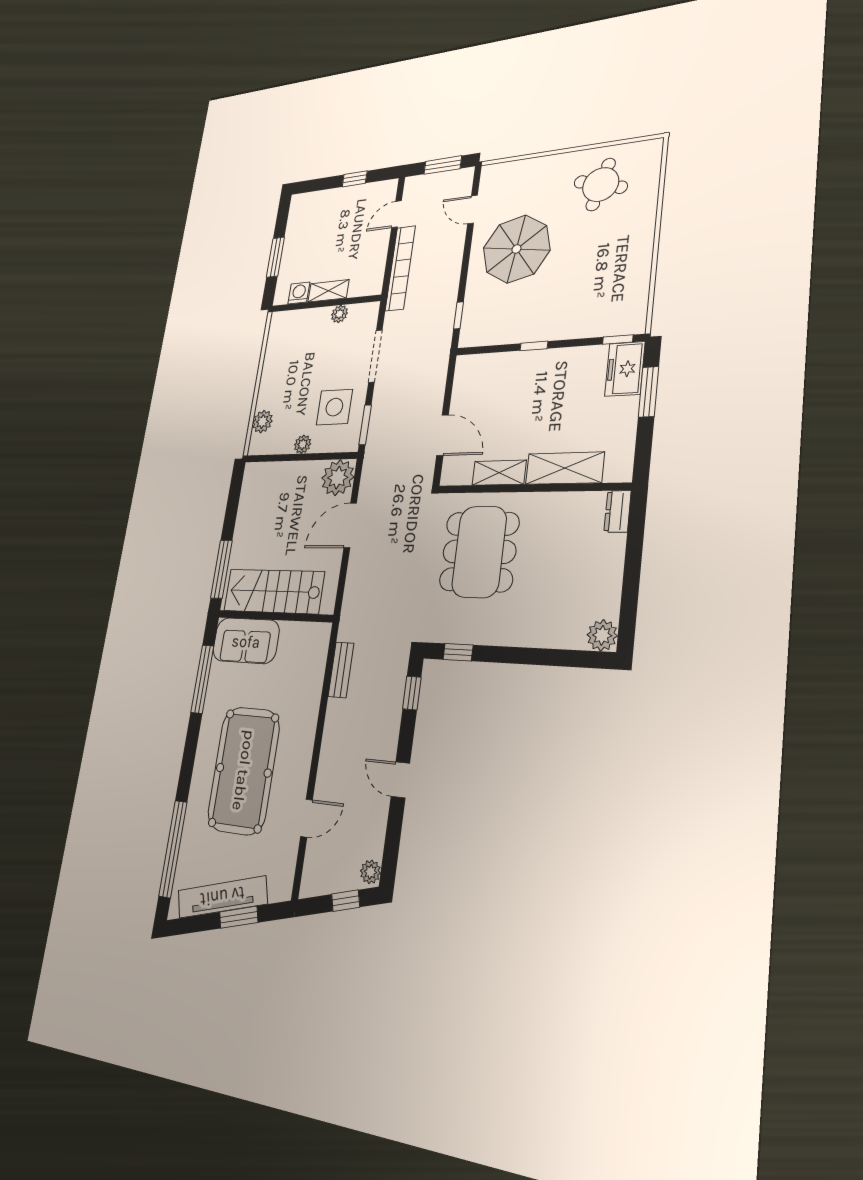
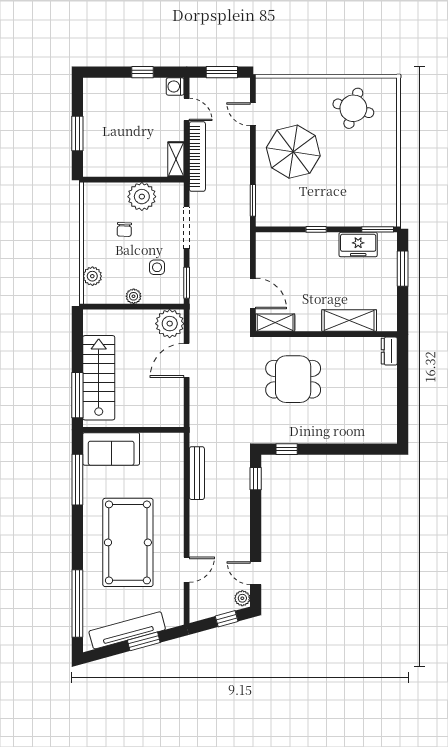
door: (396, 214) -> (187, 109), swing flipped
shelving: (328, 291) -> (176, 159), moved, turned 90
washing machine: (299, 293) -> (175, 86), moved, turned -90
plant: (339, 314) -> (142, 197), width x1.88, depth x1.88
window: (458, 315) -> (253, 200), width x1.50
window: (618, 340) -> (378, 229), width x1.50
chair: (306, 363) -> (124, 229), added
freezer: (625, 369) -> (358, 245), moved, turned -90
side table: (334, 407) -> (157, 267), width x0.54, depth x0.54
shelving: (499, 473) -> (275, 323), moved
dining table: (479, 552) -> (293, 379), width x0.73
stairs: (274, 591) -> (99, 378), moved, turned 90
plant: (602, 635) -> (387, 433), removed
bench: (341, 670) -> (197, 473), width x1.36
door: (400, 780) -> (256, 573), moved

